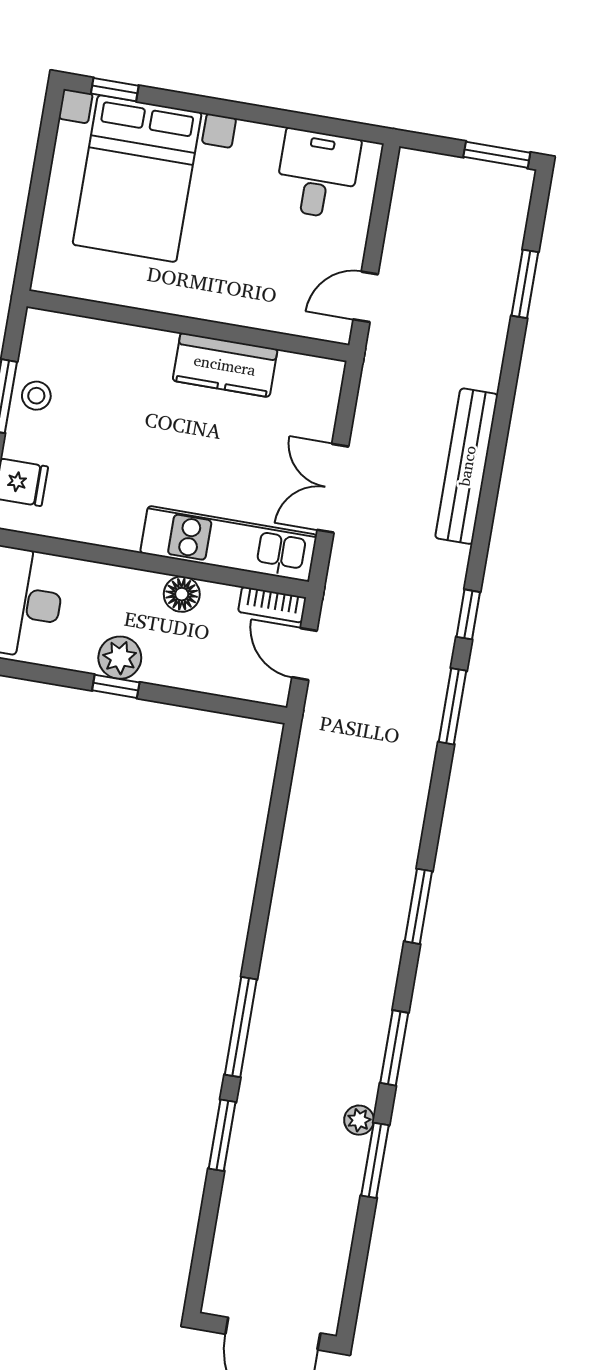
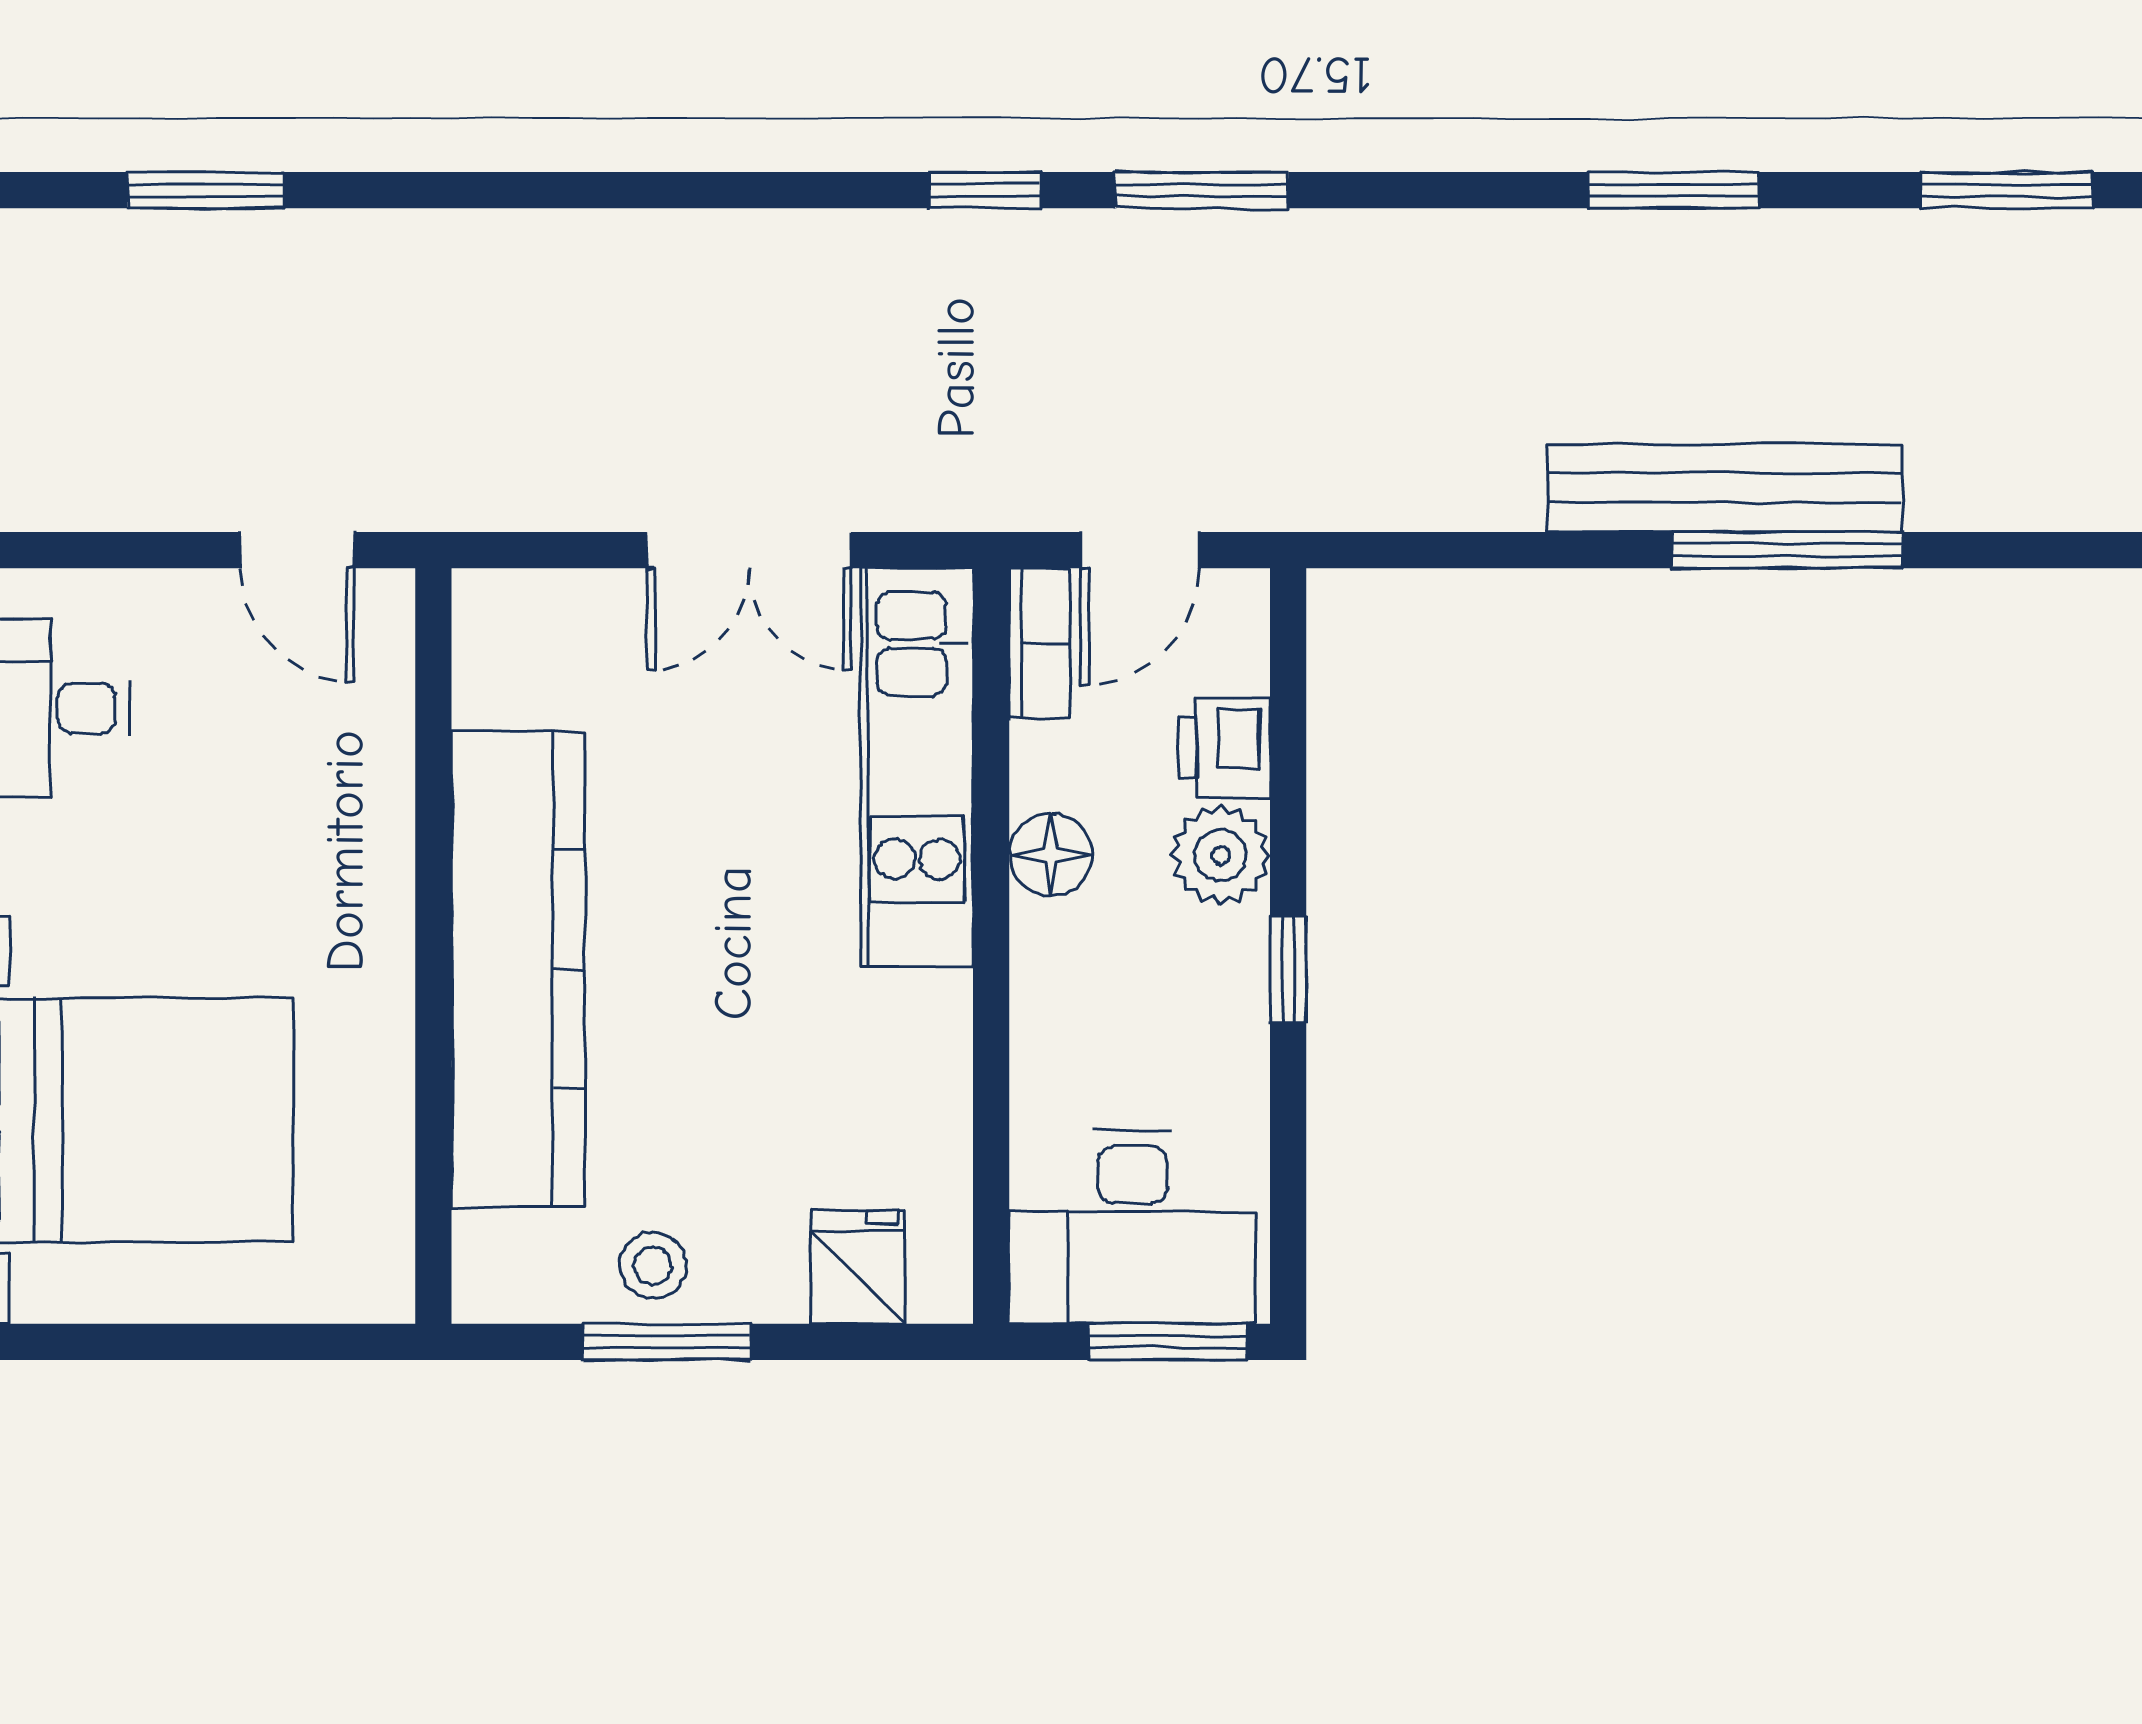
kitchen counter: (225, 365) -> (518, 969), width x2.08, depth x1.17
bench: (467, 466) -> (1725, 488), moved
plant: (120, 658) -> (1221, 855), moved
printer: (215, 675) -> (1224, 748), added
window: (241, 1027) -> (1787, 550), moved

